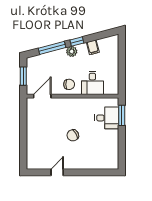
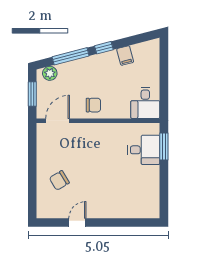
plant: (72, 51) -> (50, 73), moved
desk: (92, 83) -> (145, 103), moved
chair: (73, 135) -> (59, 180), moved

